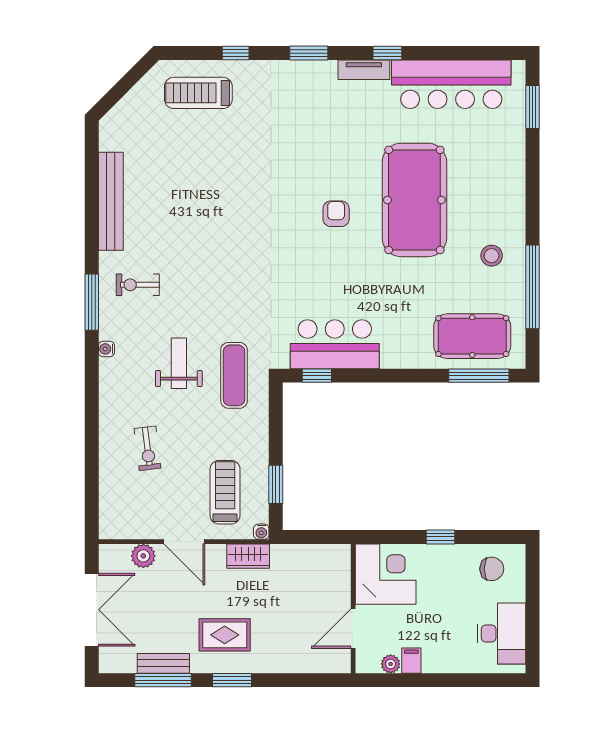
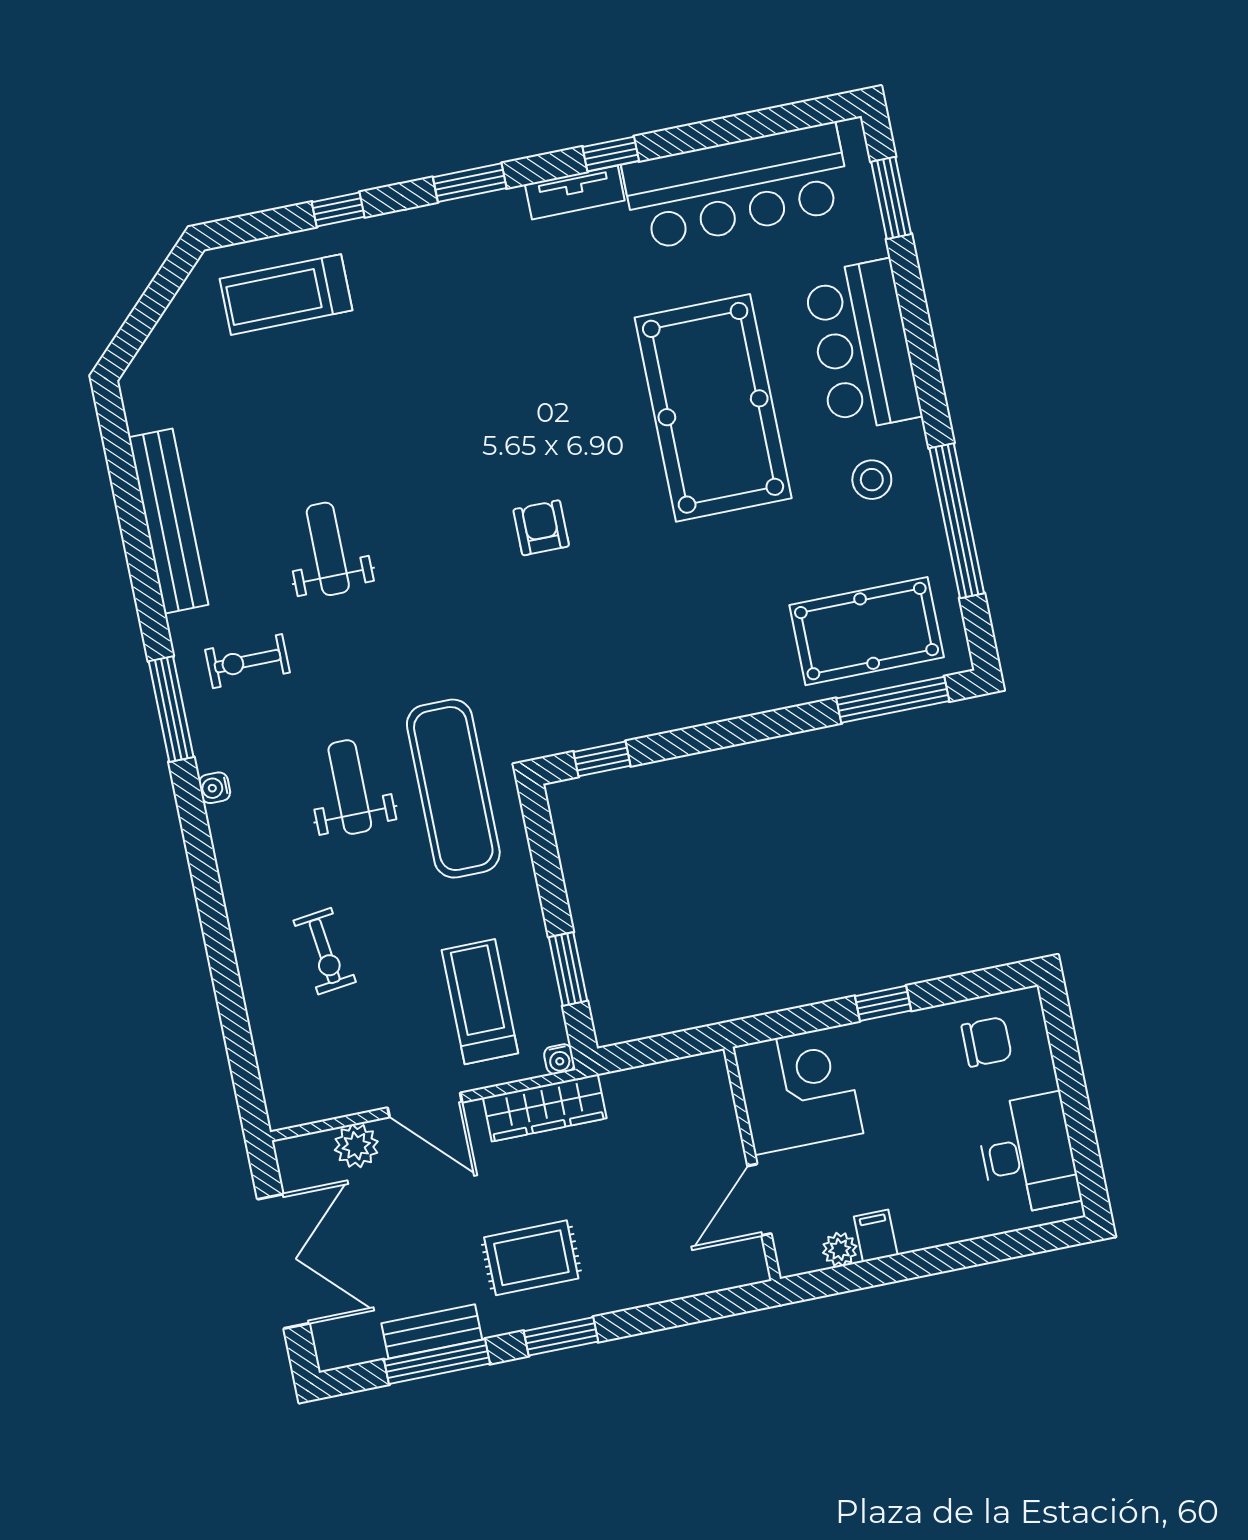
armchair: (336, 214) -> (541, 528), moved
weight bench: (193, 233) -> (328, 549), added
bar counter: (335, 344) -> (862, 346), moved, turned -90
exercise mat: (234, 375) -> (453, 789), width x1.36, depth x1.45
wardrobe: (248, 556) -> (545, 1108), width x1.50

